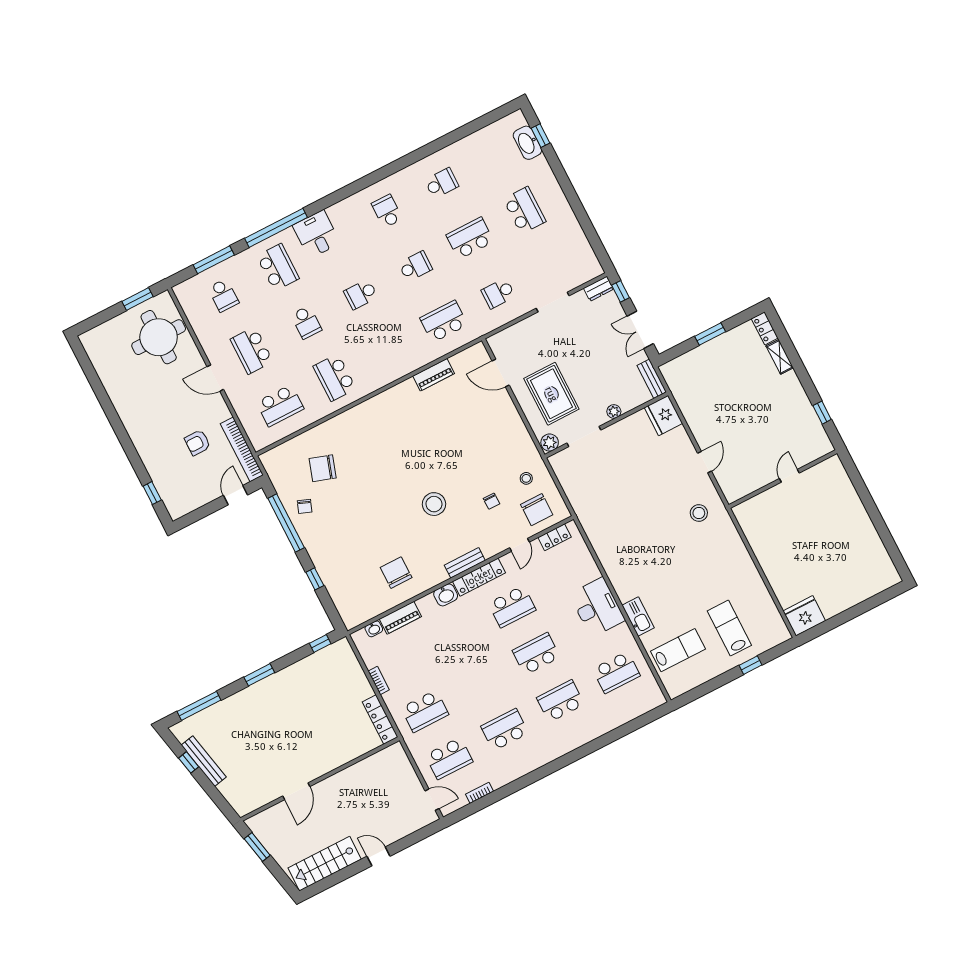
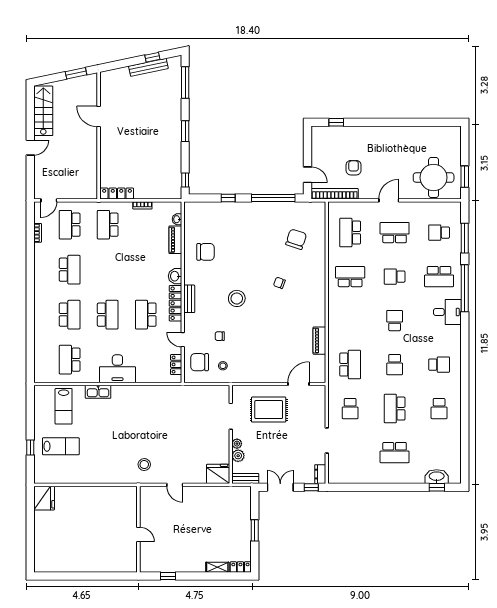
school desk: (470, 238) -> (395, 409), turned 180
school desk: (498, 293) -> (350, 409), turned 180
plant: (550, 443) -> (238, 456), moved
chair: (305, 506) -> (279, 283), moved

